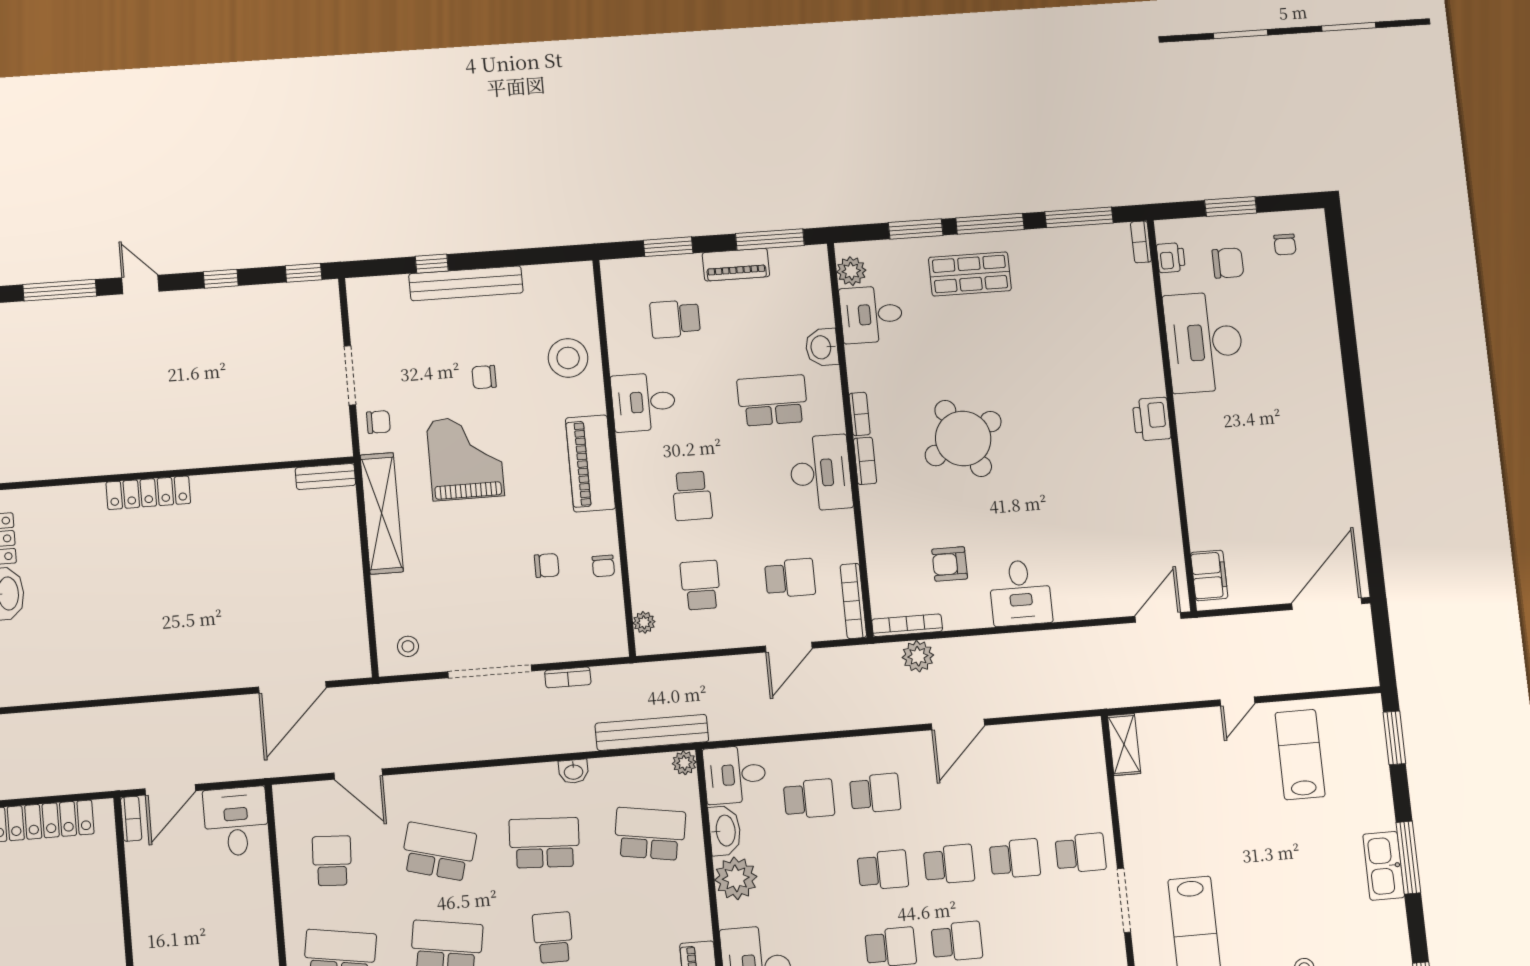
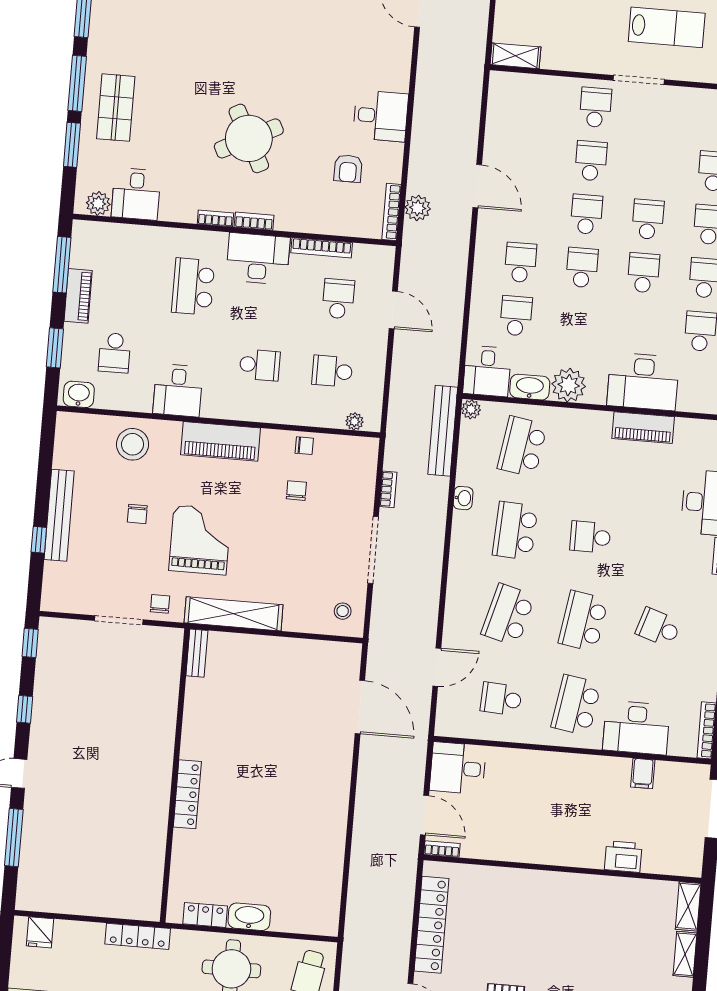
washbasin: (822, 347) -> (79, 394), moved, turned 180
grand piano: (465, 458) -> (200, 540), turned 90
bookcase: (853, 601) -> (322, 248), moved

